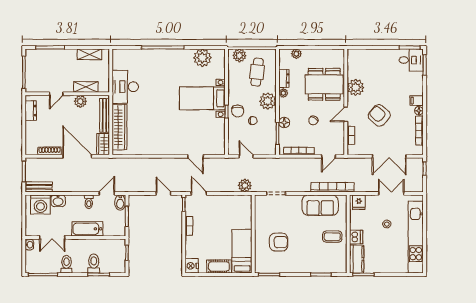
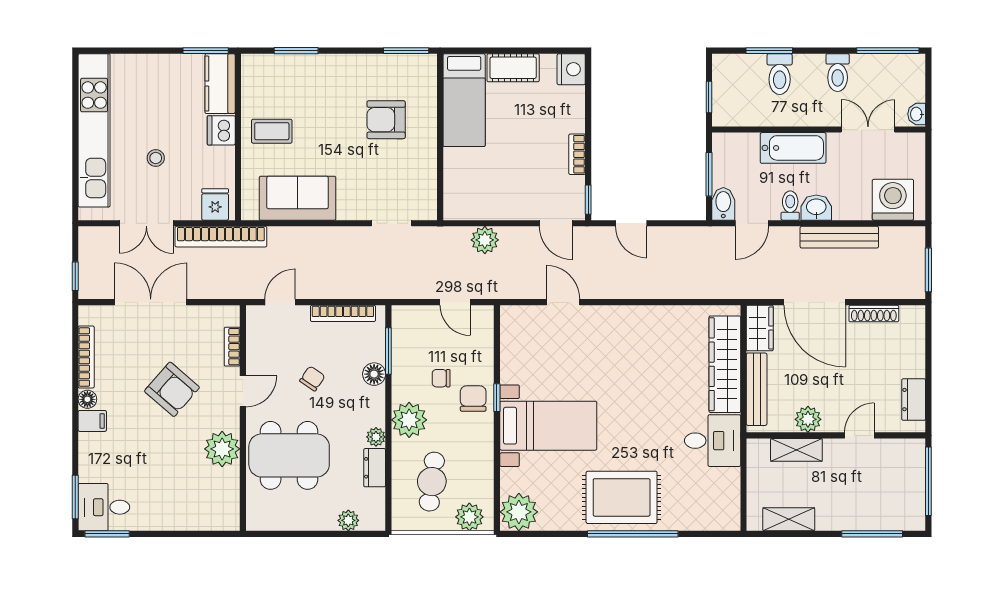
plant: (202, 58) -> (519, 512), moved
rug: (168, 65) -> (622, 497), added
desk: (125, 87) -> (713, 441), width x0.73
plant: (245, 186) -> (485, 240), moved
bench: (39, 187) -> (839, 237), moved, width x1.36
bookcase: (333, 187) -> (221, 237), moved
washbasin: (58, 201) -> (816, 208), moved

